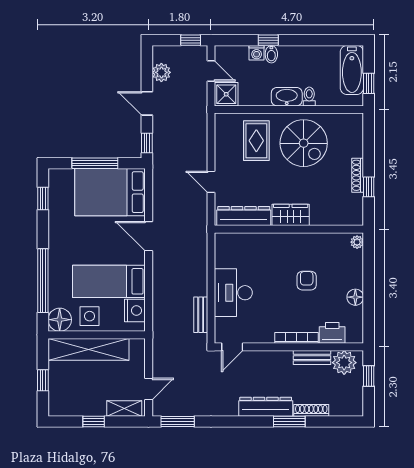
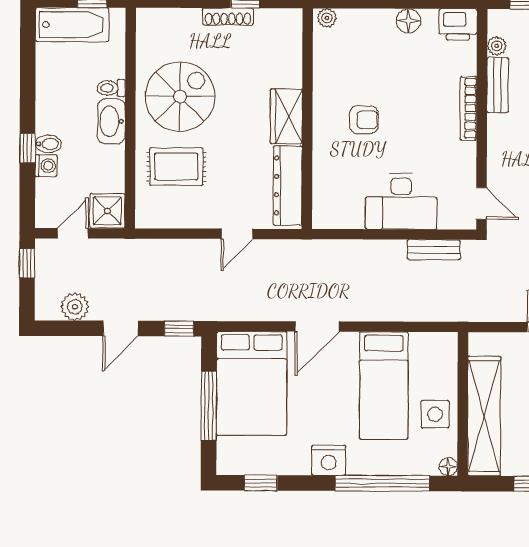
armchair: (307, 281) -> (364, 120), moved, turned 180
nightstand: (135, 310) -> (329, 460), moved, turned 180
floor lamp: (60, 320) -> (448, 467), width x0.53, depth x0.53
printer: (332, 333) -> (458, 24), moved, turned -90
plant: (344, 363) -> (497, 46), width x0.53, depth x0.53

